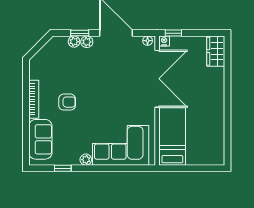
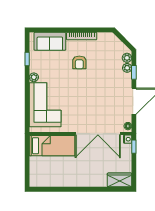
plant: (87, 42) -> (127, 58), moved

